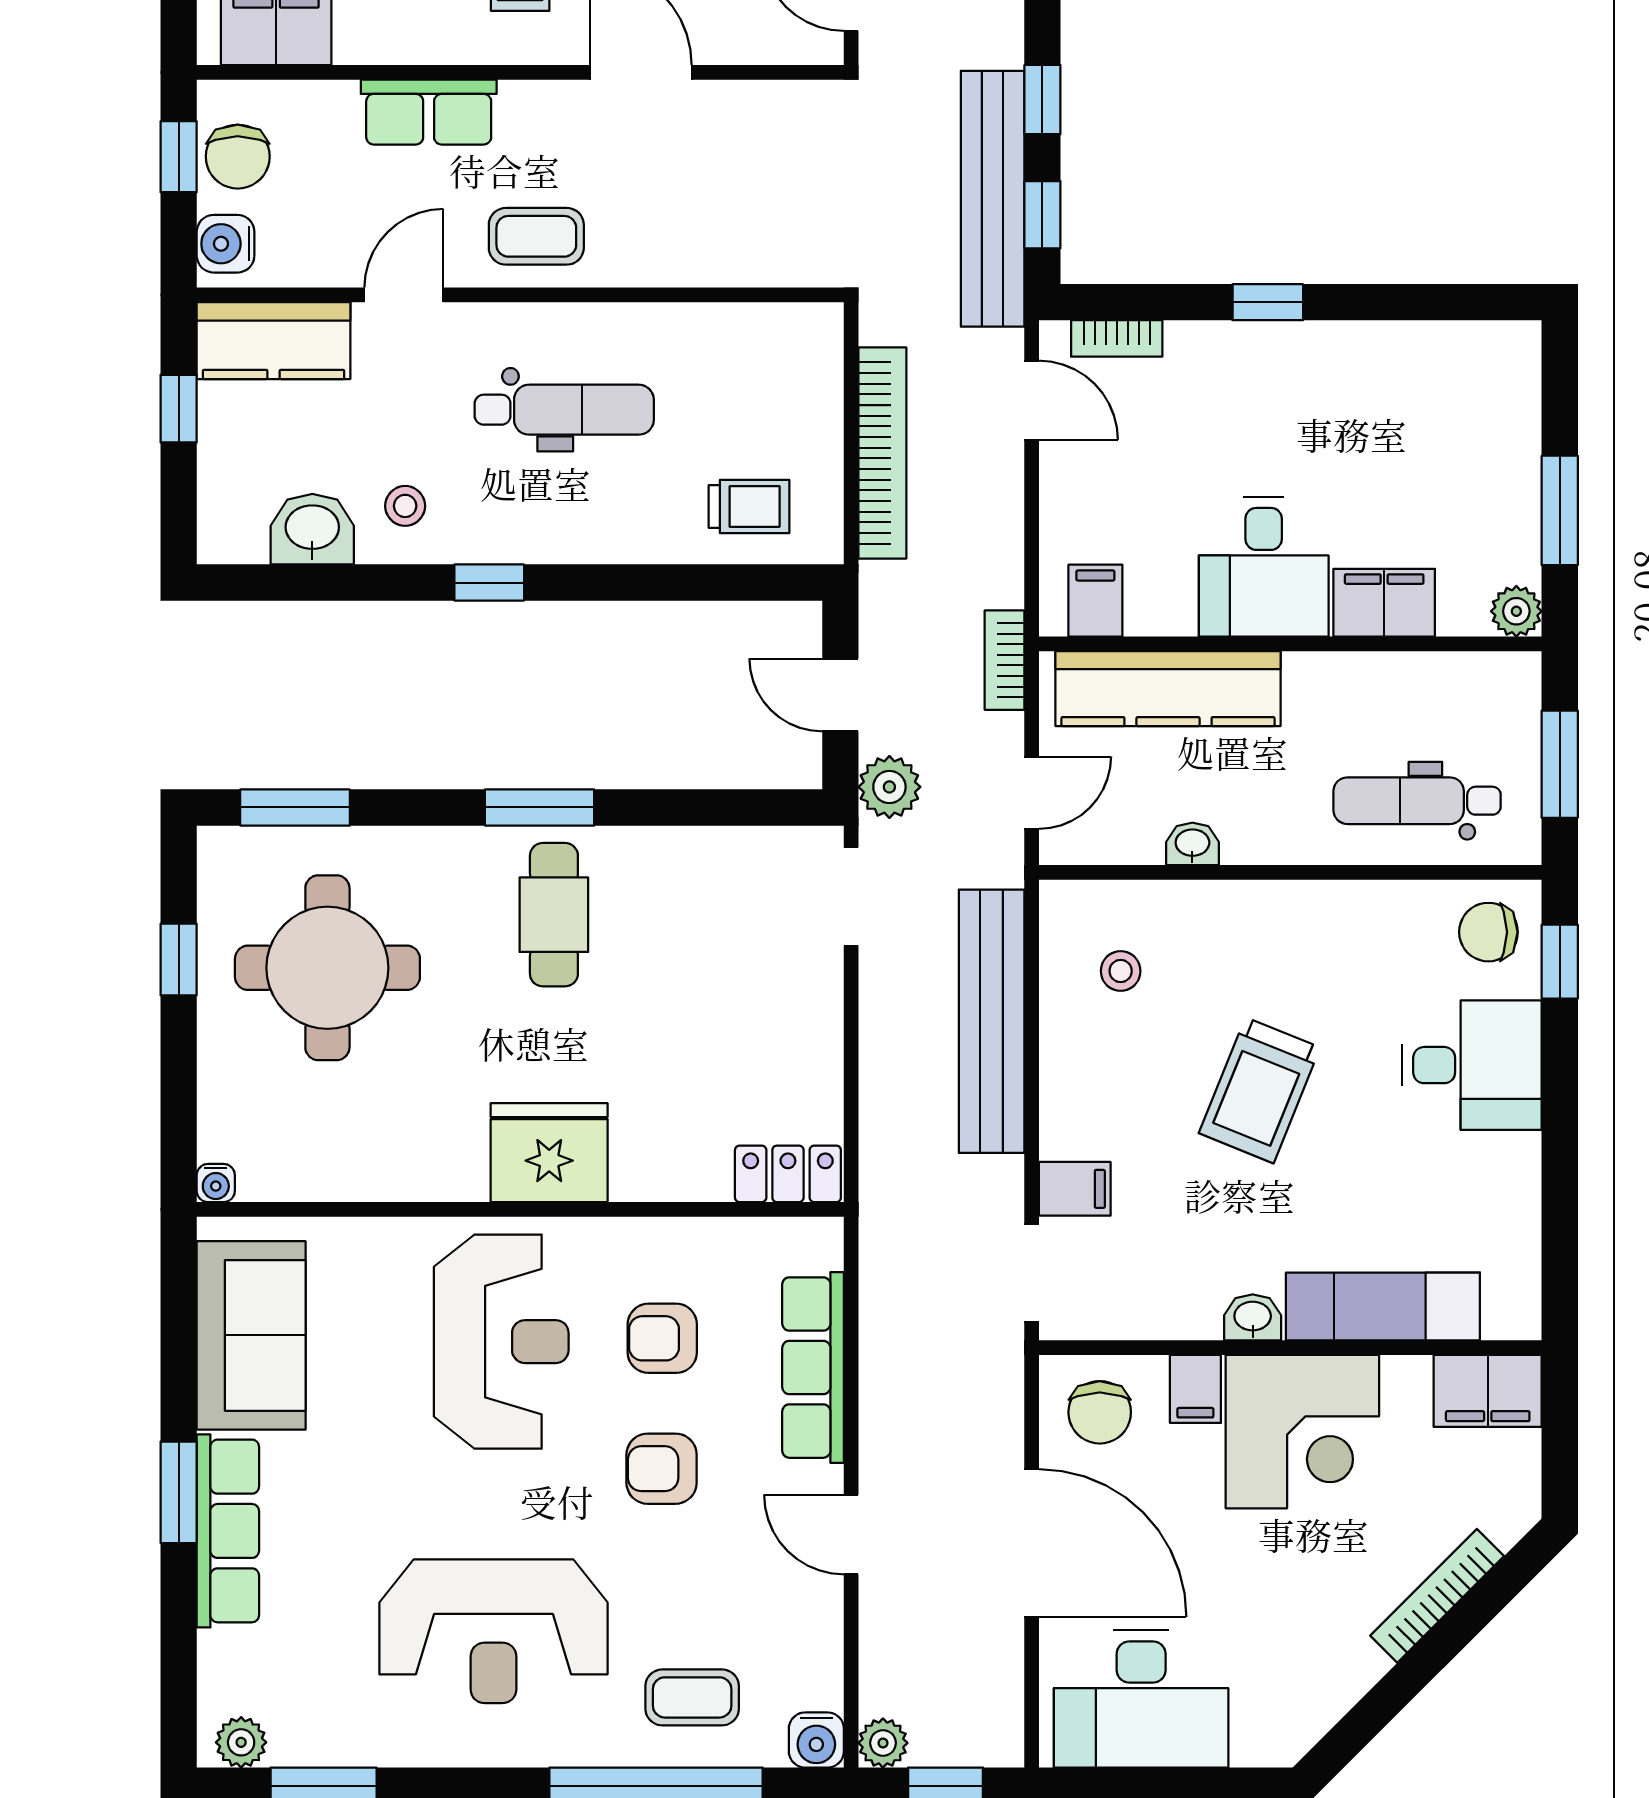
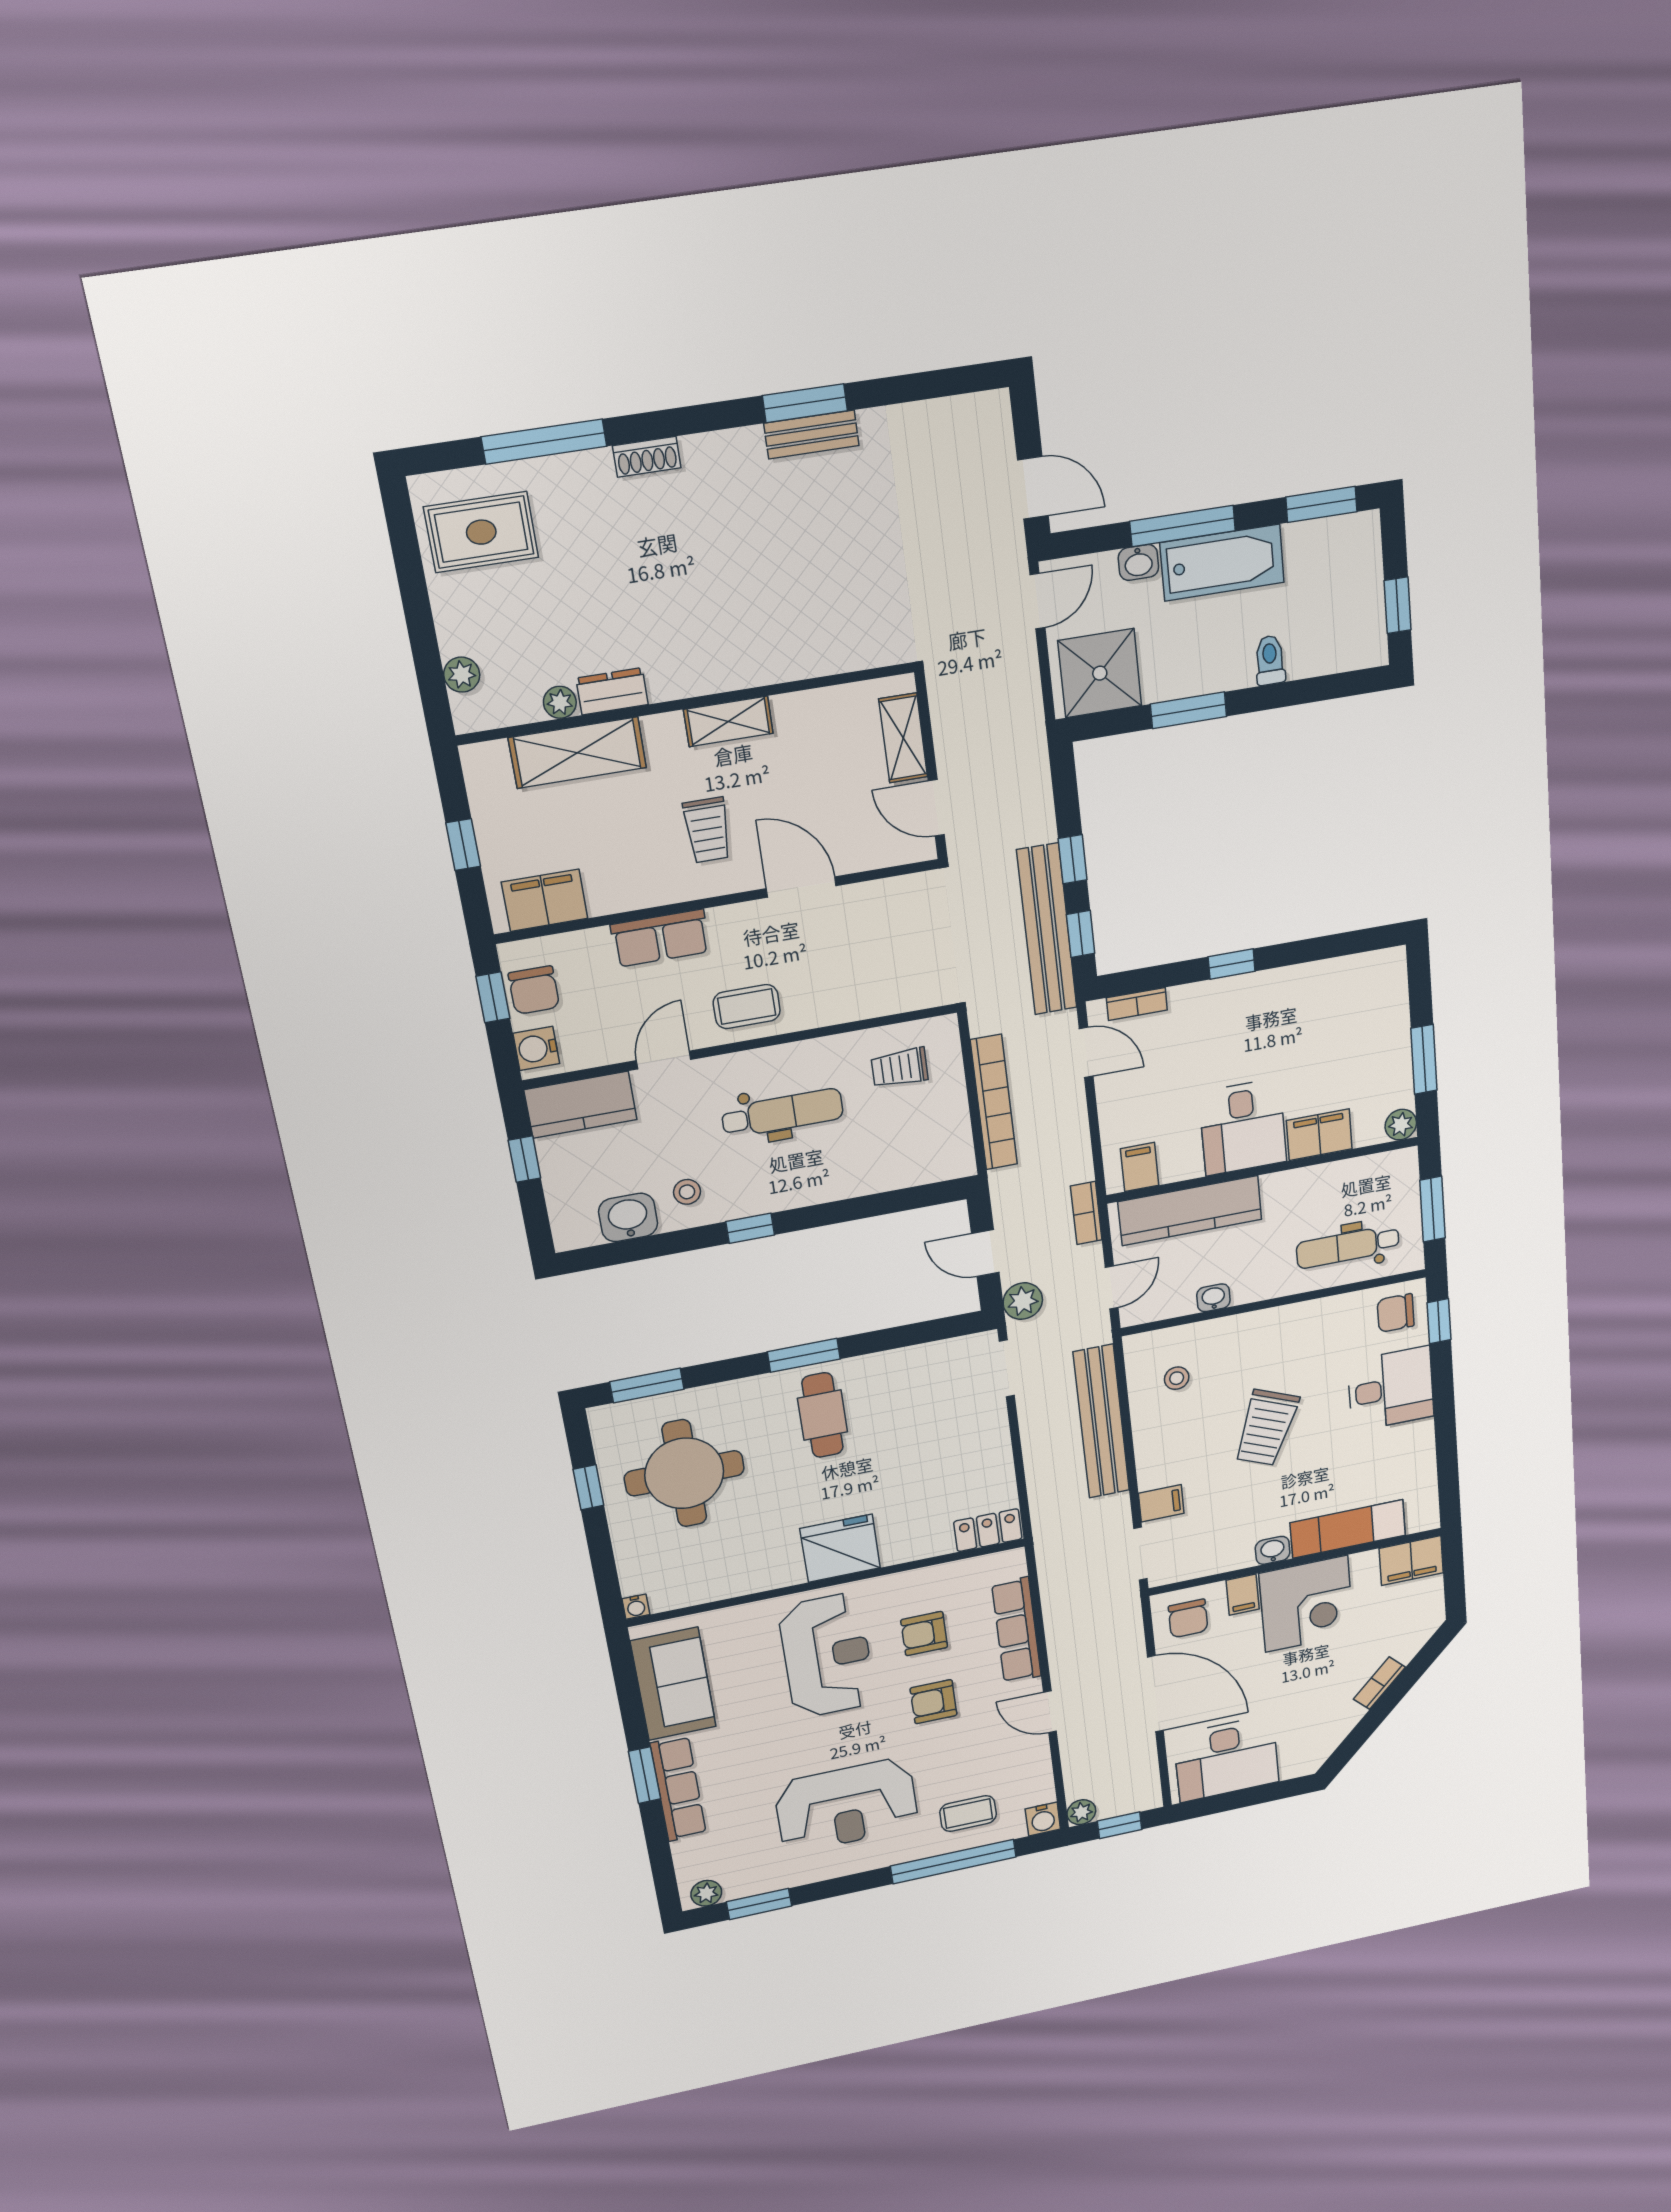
trolley: (749, 507) -> (900, 1068), moved, turned 180
bookcase: (1437, 1596) -> (1379, 1683), width x0.64

